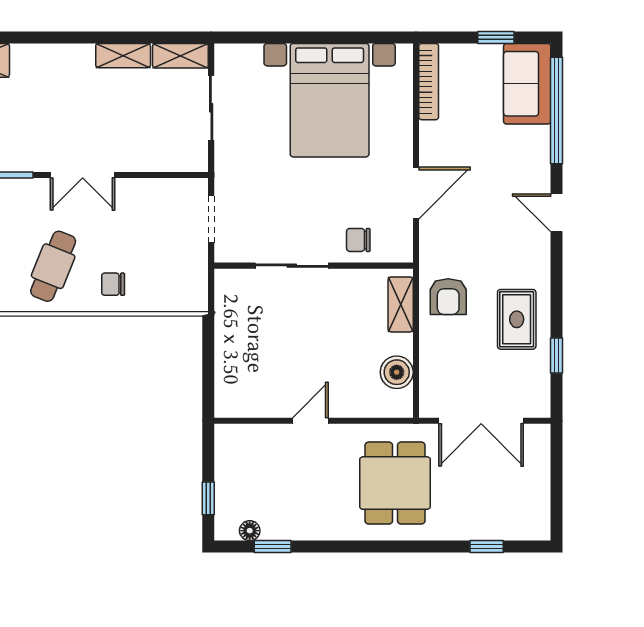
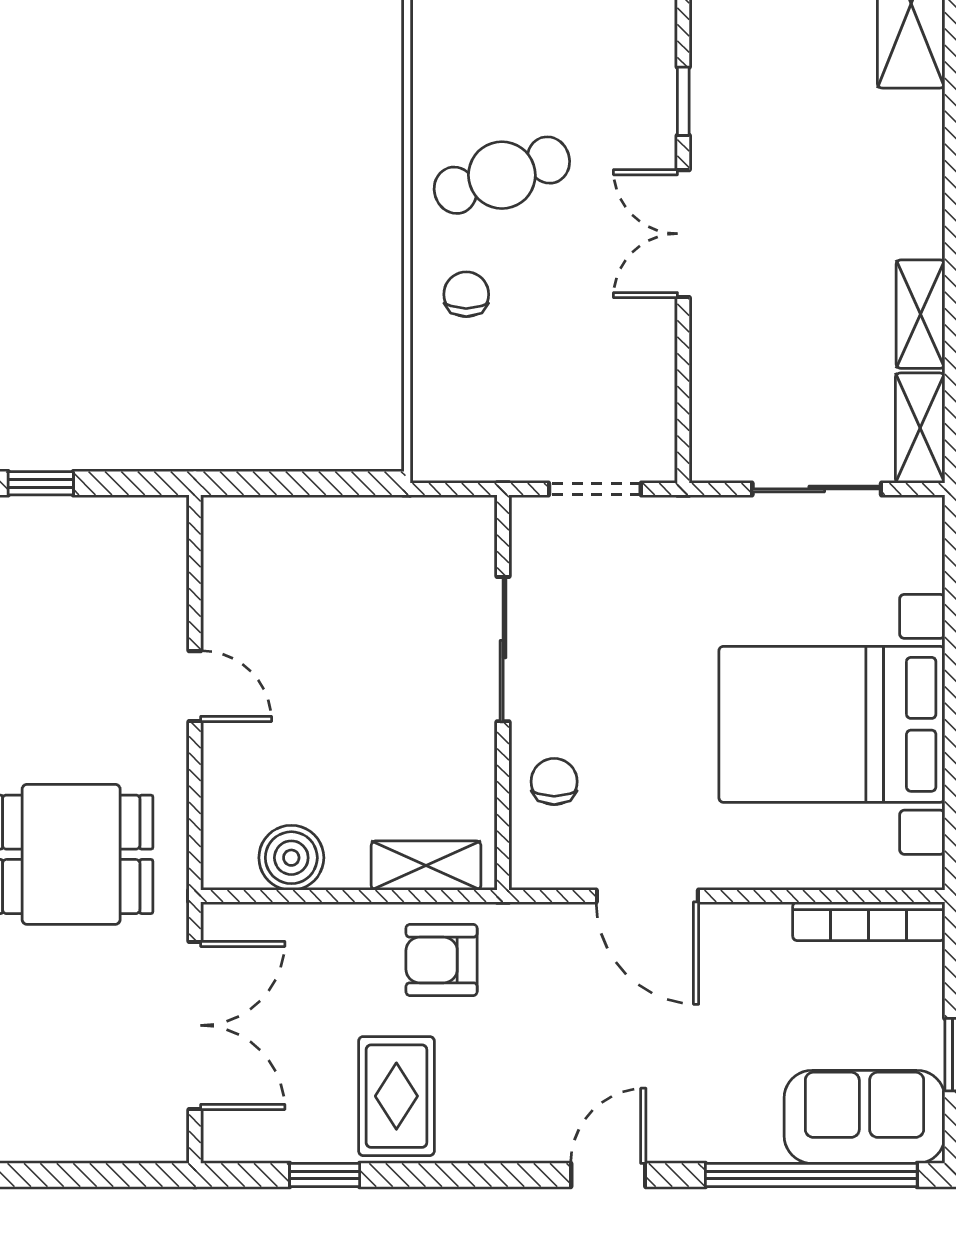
cafe table: (53, 266) -> (502, 175), turned -40
rug: (517, 319) -> (396, 1096), turned 90
double door: (481, 421) -> (195, 1025), swing flipped

